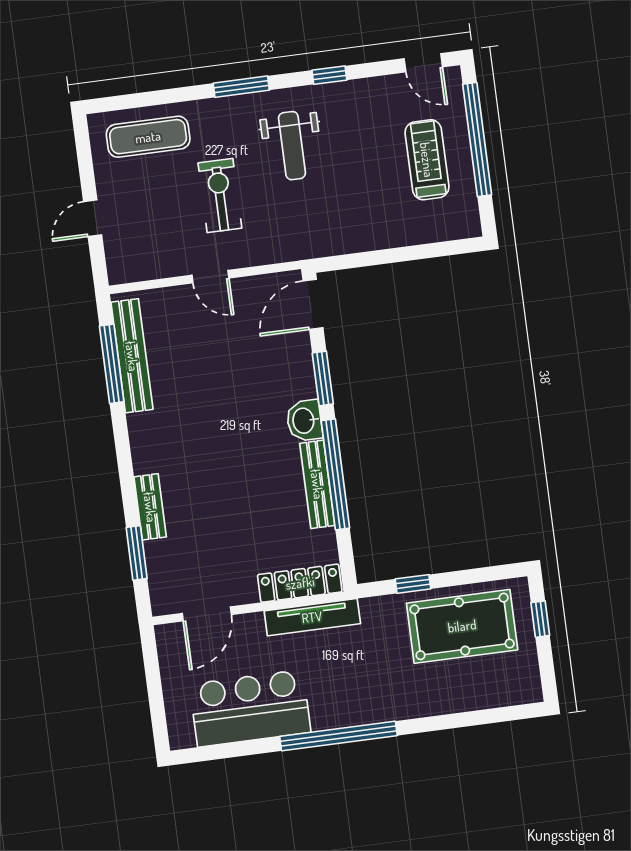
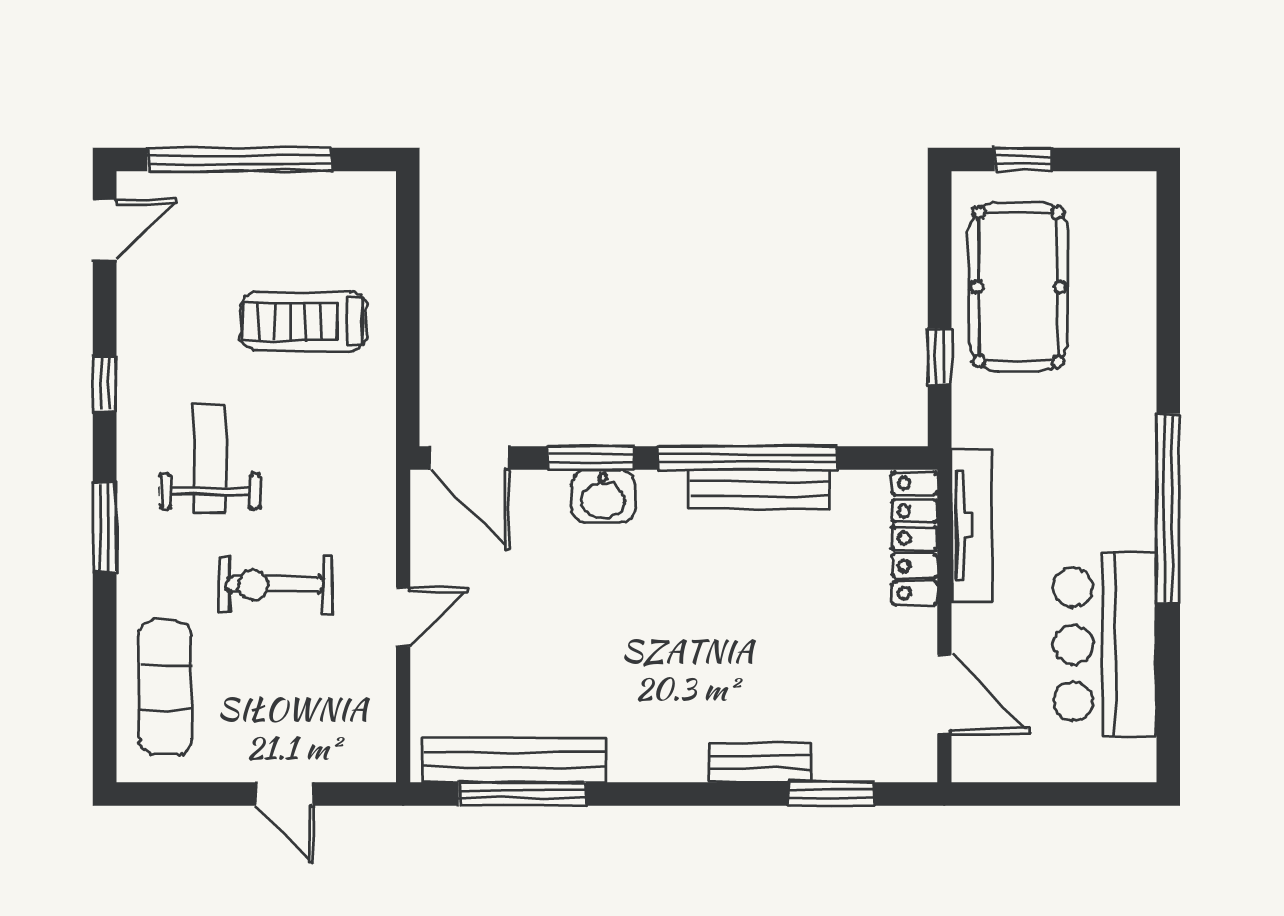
weight bench: (292, 146) -> (210, 458), turned -90
treadmill: (427, 160) -> (304, 321), moved
washbasin: (304, 421) -> (603, 497), moved

